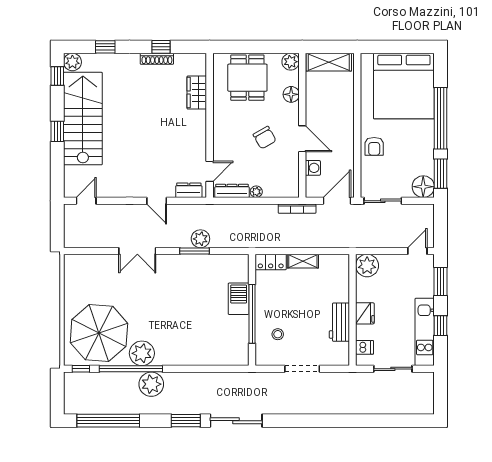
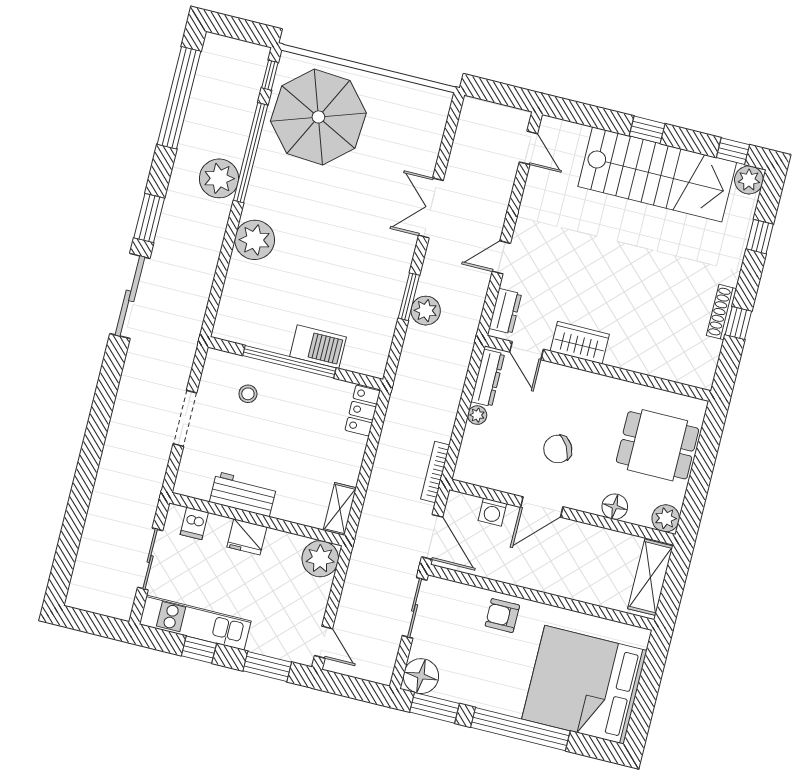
wardrobe: (197, 93) -> (580, 343), moved
shelving: (303, 261) -> (340, 509), moved
plant: (142, 353) -> (255, 240), moved

